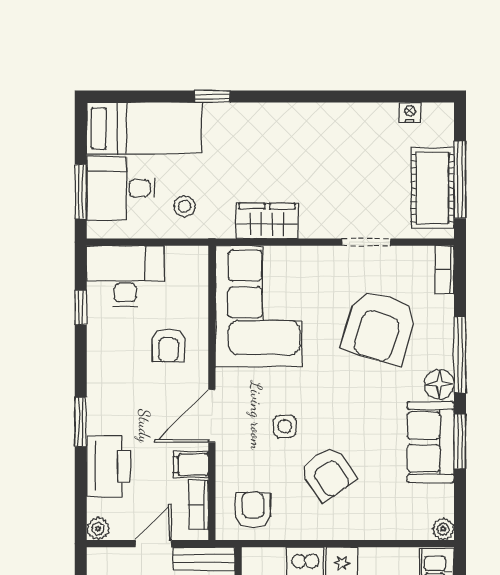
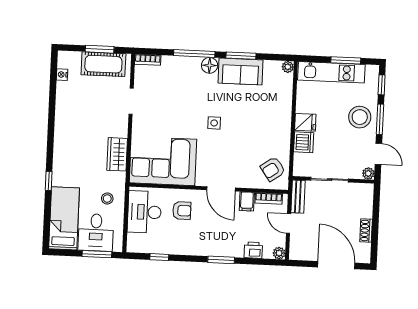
window: (460, 180) -> (100, 49), width x0.69
desk: (125, 276) -> (144, 212), moved
armchair: (379, 327) -> (177, 96), removed
side table: (285, 426) -> (214, 123), moved
printer: (108, 466) -> (253, 250), width x0.53, depth x0.68
armchair: (328, 473) -> (255, 128), removed
armchair: (253, 510) -> (273, 169), turned -35

